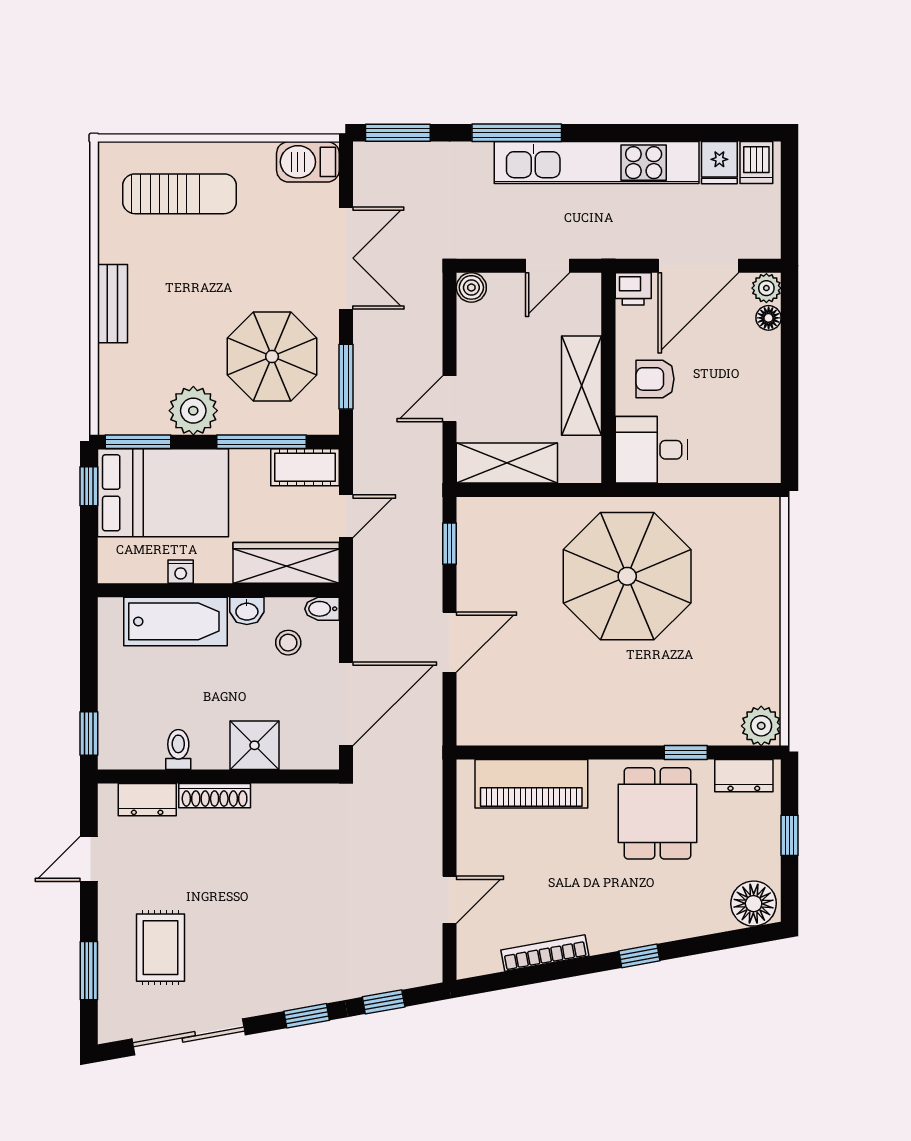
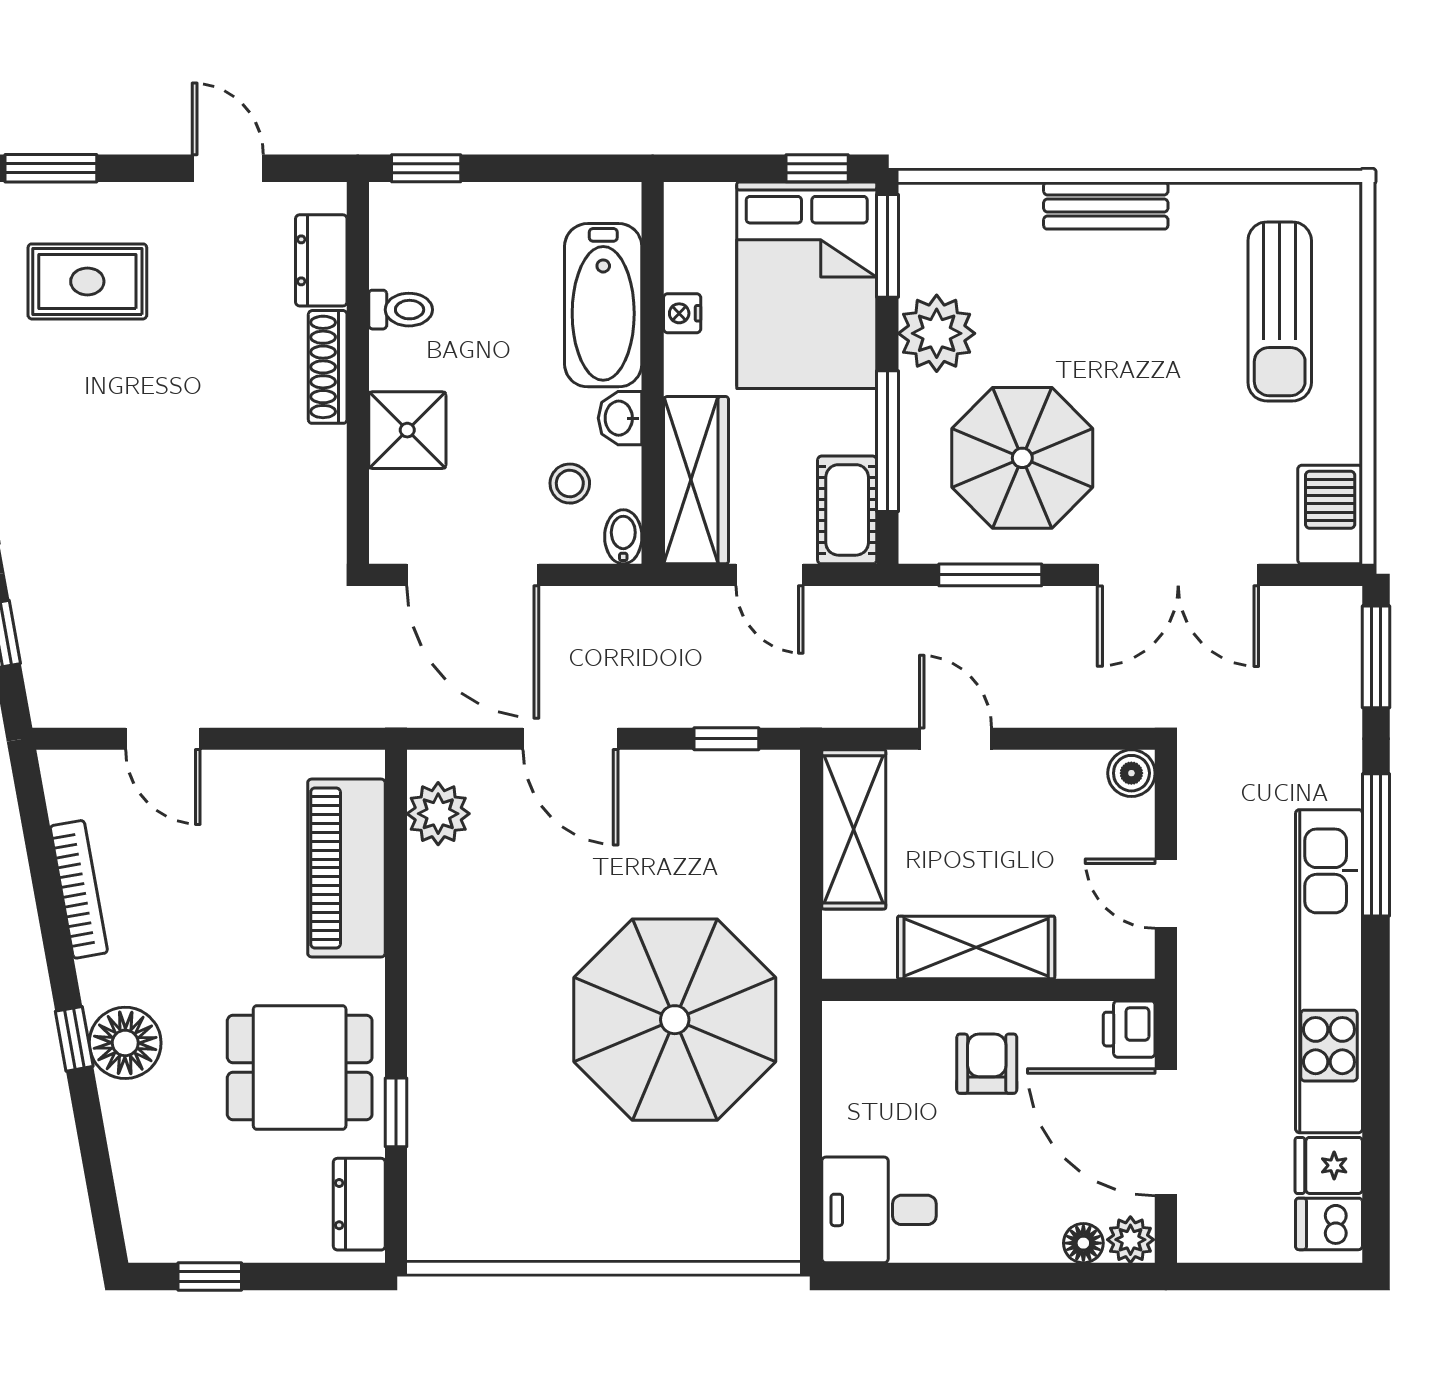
desk: (651, 450) -> (879, 1210), moved, turned -90
plant: (761, 726) -> (438, 814), moved
window: (790, 835) -> (210, 1276), moved
floor lamp: (754, 904) -> (125, 1043), moved

